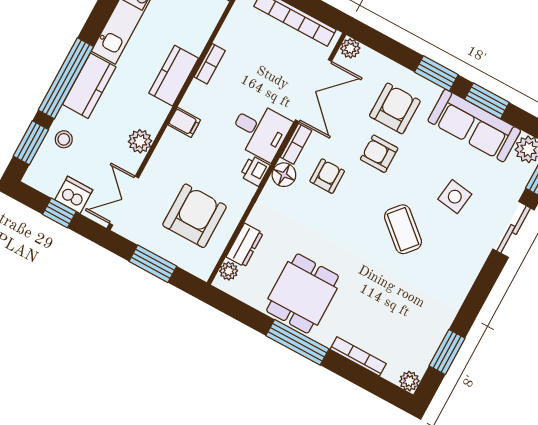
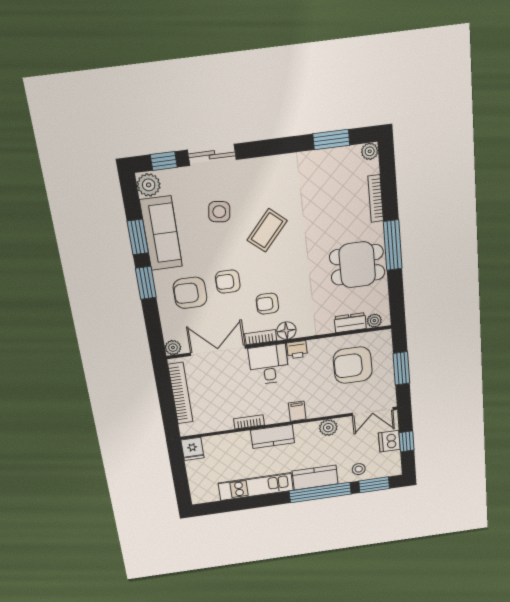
armchair: (379, 154) -> (228, 282), turned 90

